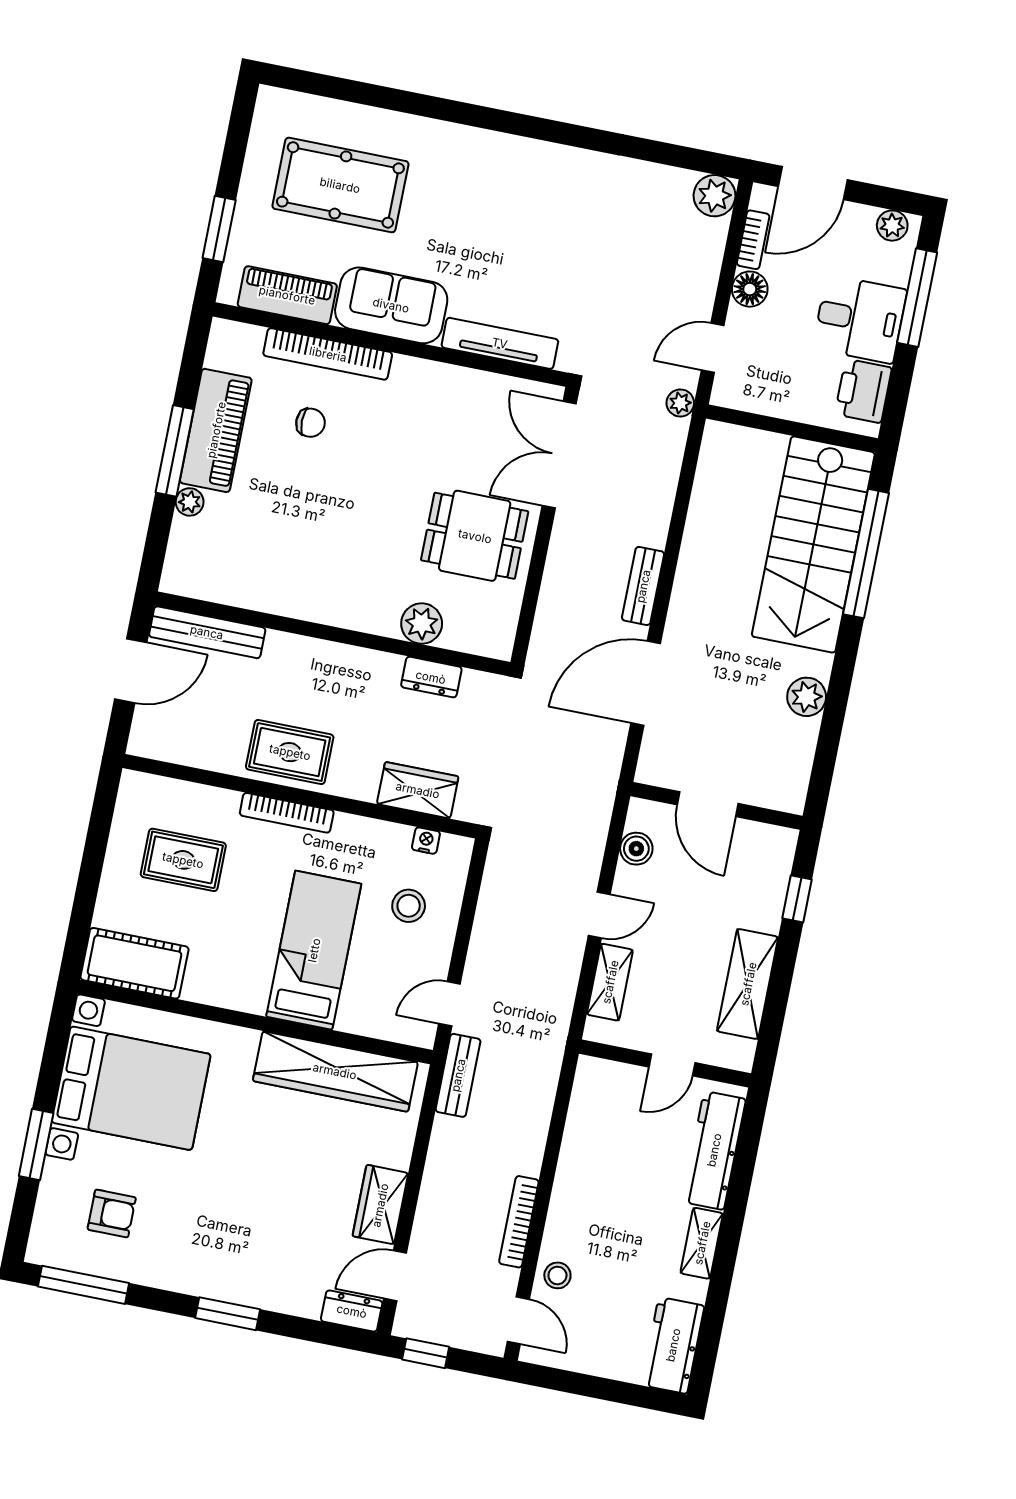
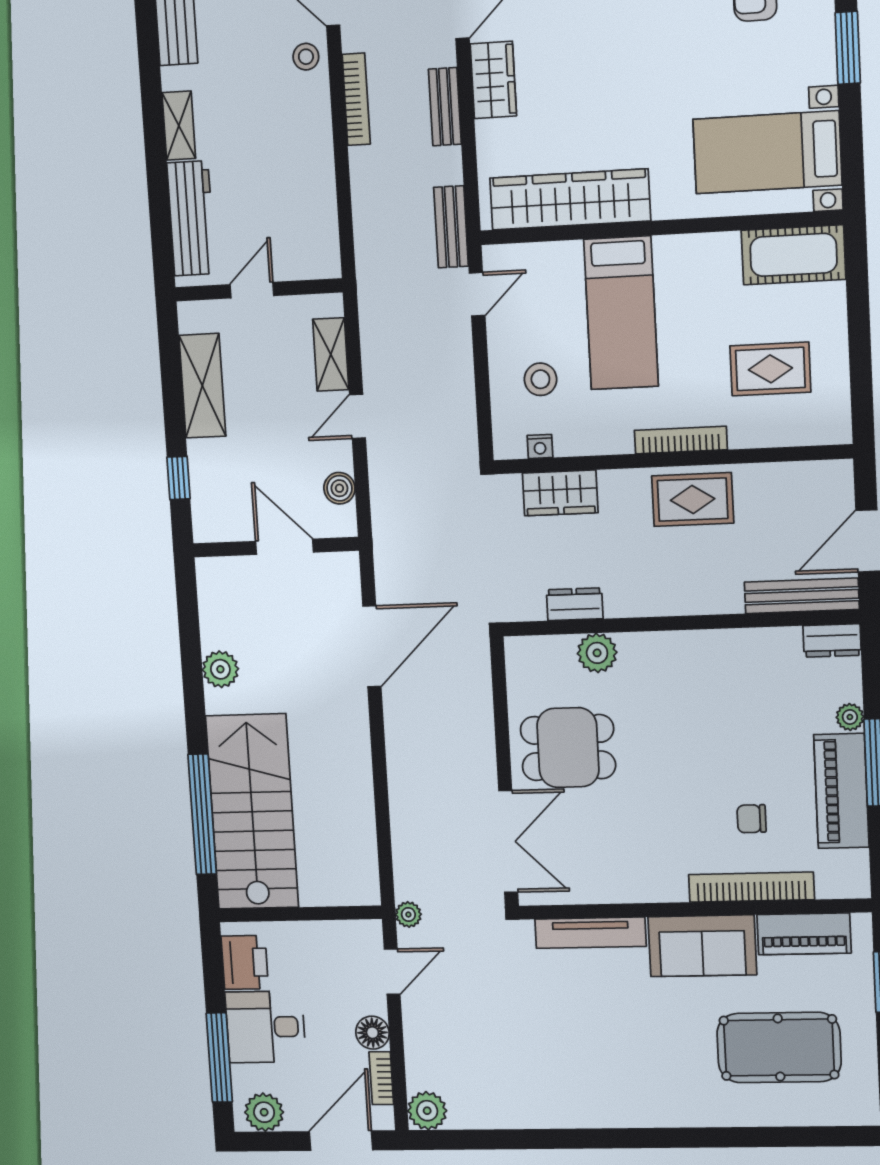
plant: (892, 226) -> (264, 1112), width x1.38, depth x1.38
dresser: (189, 581) -> (832, 641), added
bench: (643, 586) -> (445, 107), moved
bed with nightstands: (131, 1088) -> (767, 152), width x0.73

